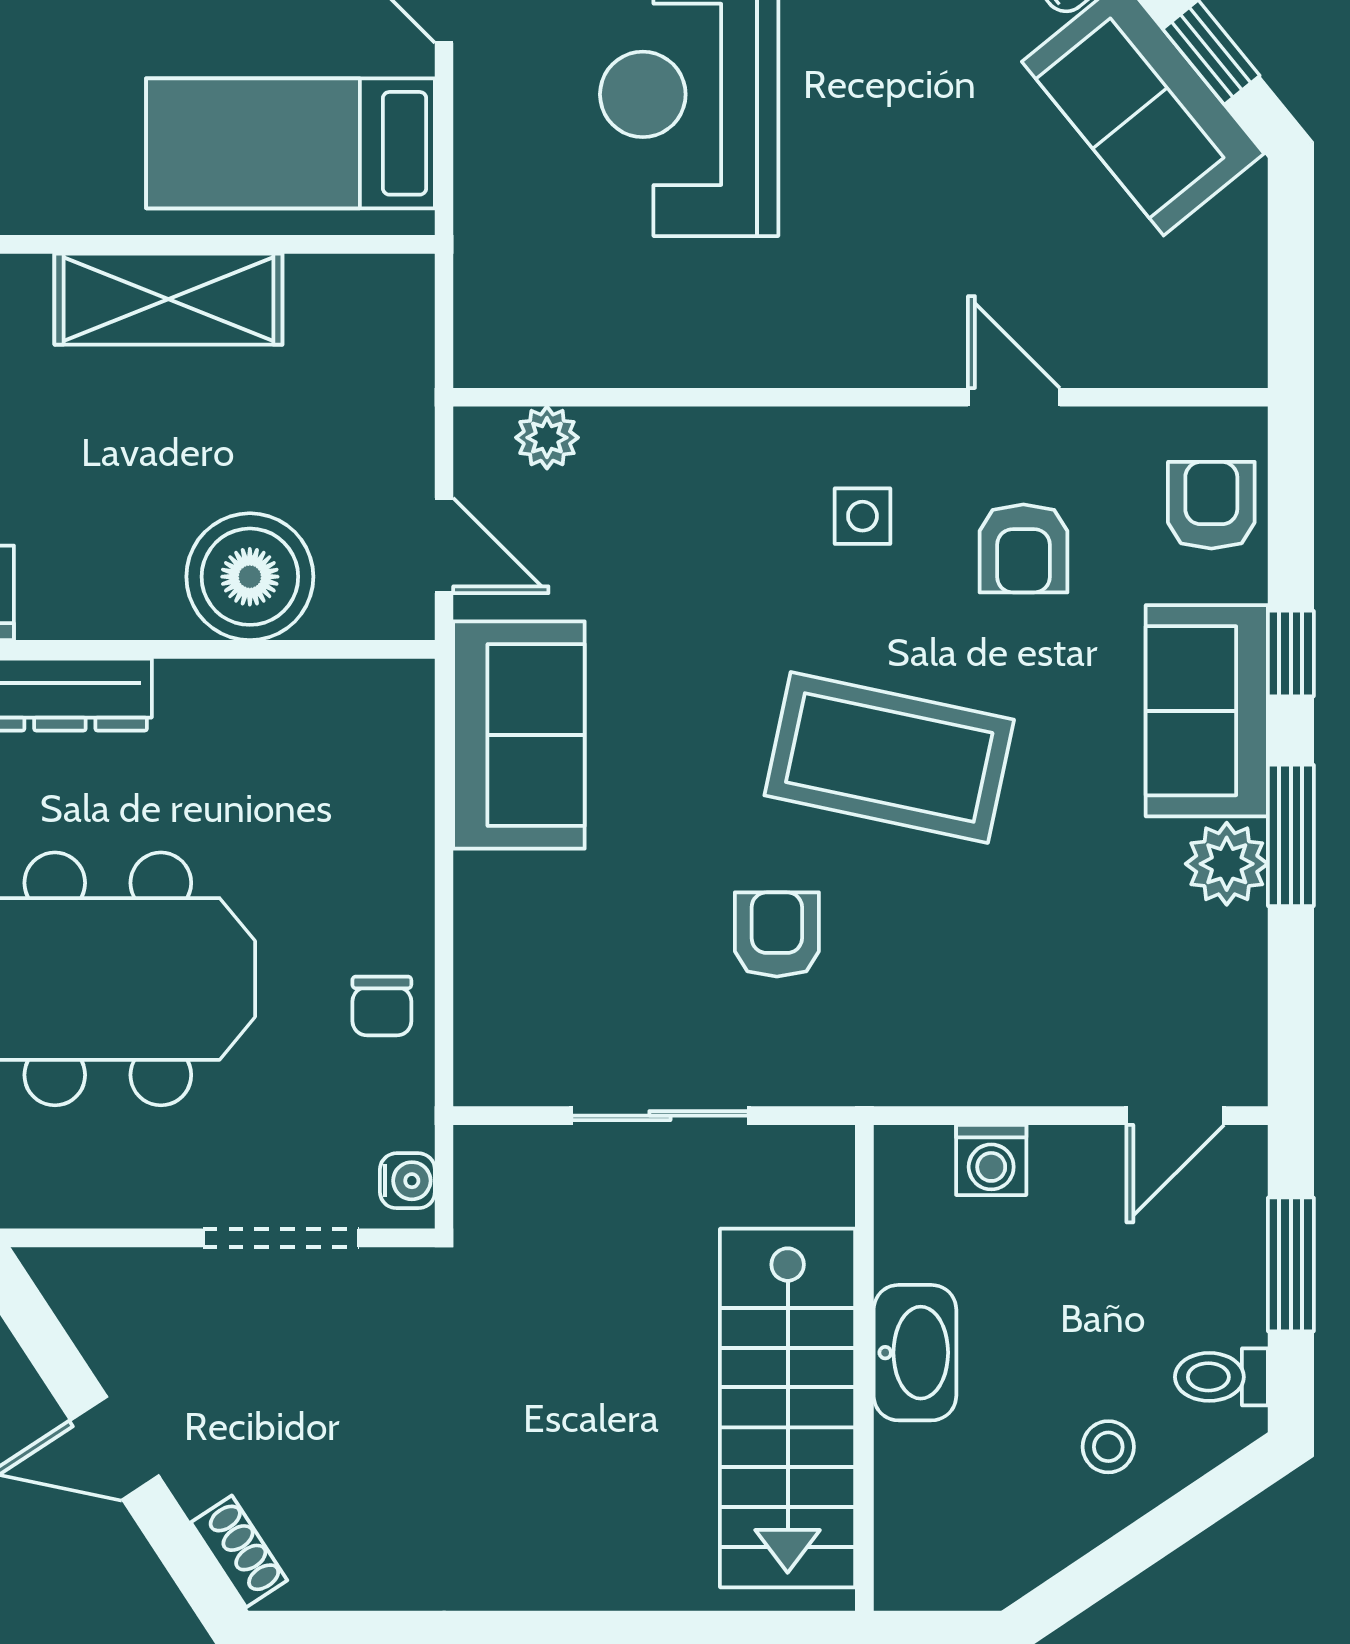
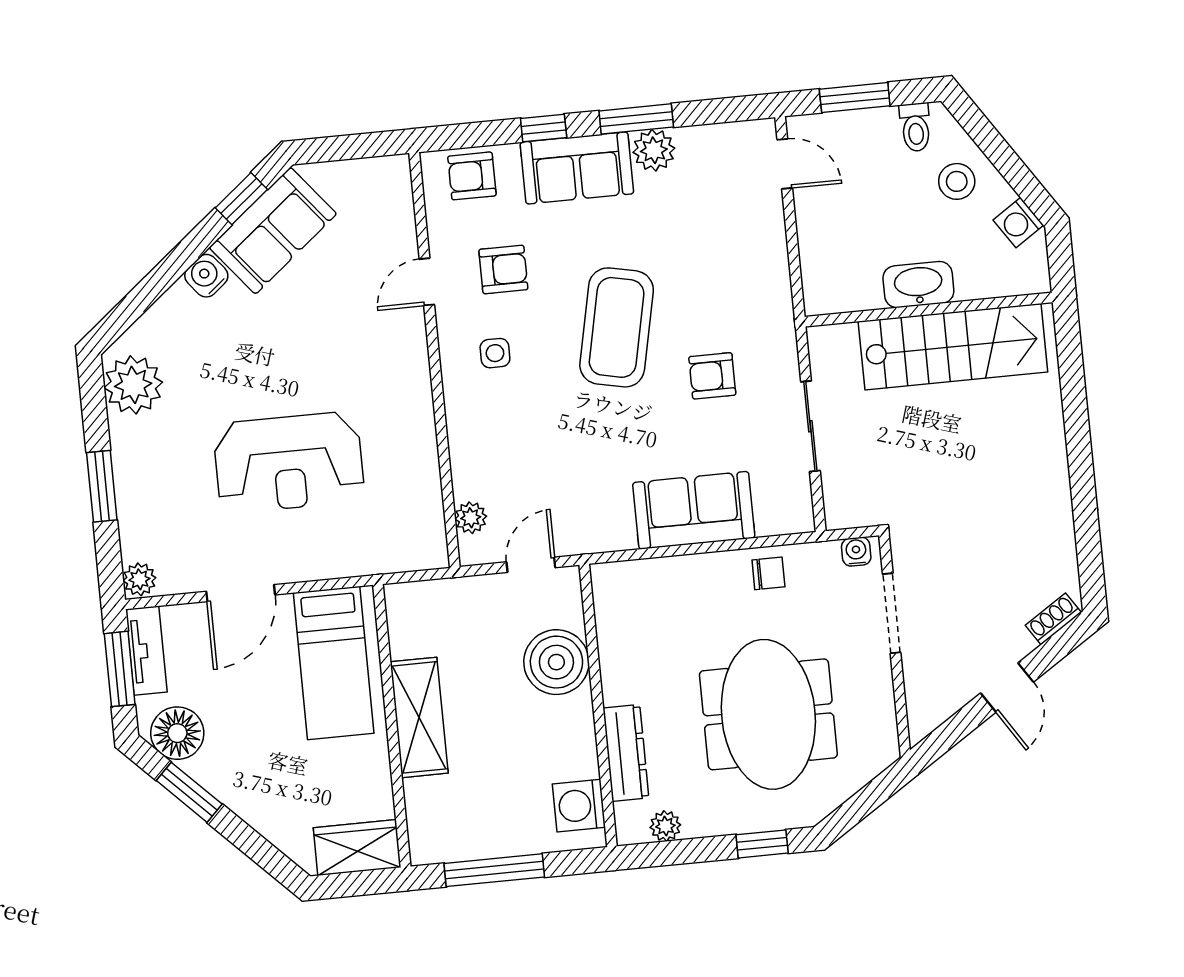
sofa: (519, 735) -> (694, 510), moved
washing machine: (991, 1160) -> (1018, 223), moved, turned 146
stool: (1108, 1447) -> (957, 181), width x1.37, depth x1.37

